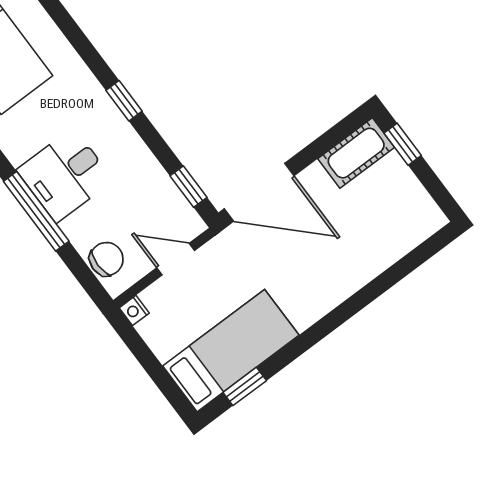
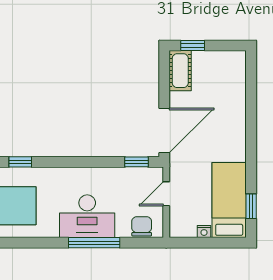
window: (124, 101) -> (20, 162), moved
desk: (65, 175) -> (87, 216), width x1.37
nightstand: (134, 310) -> (204, 232), moved

